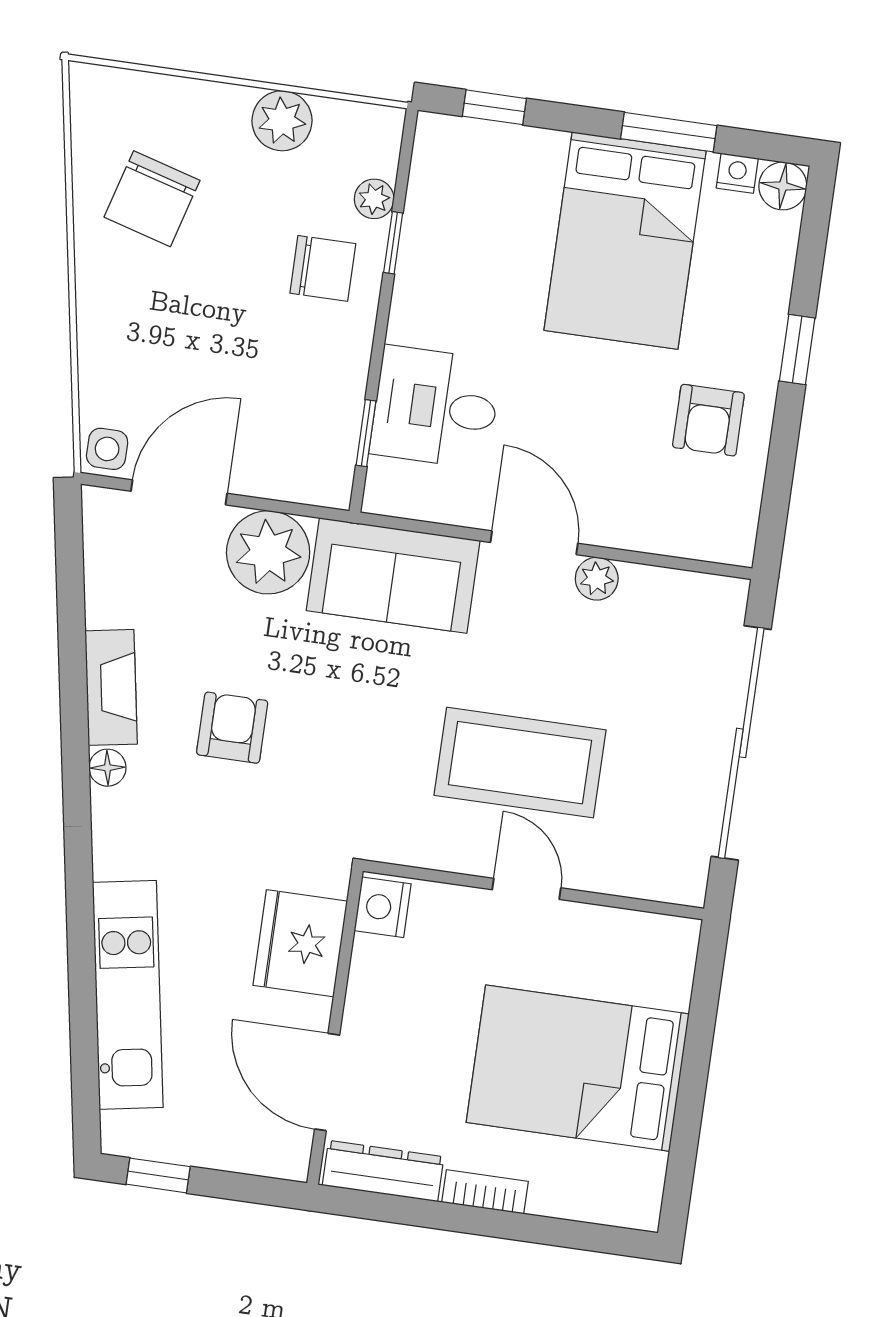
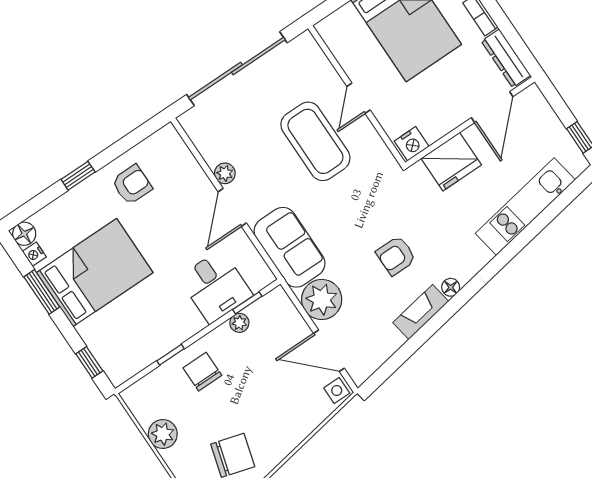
plant: (374, 199) -> (239, 323), moved

